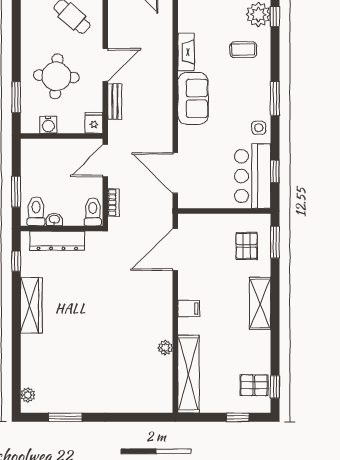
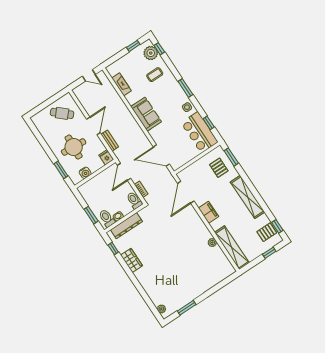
fireplace: (186, 52) -> (122, 84), moved
shelving: (260, 303) -> (248, 197), width x1.47
wardrobe: (31, 305) -> (132, 260), width x0.67
filing cabinet: (189, 309) -> (208, 212), width x2.00

